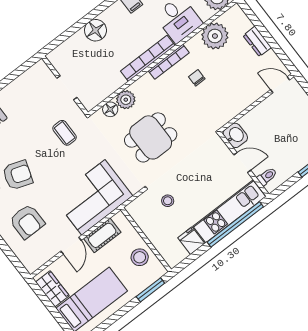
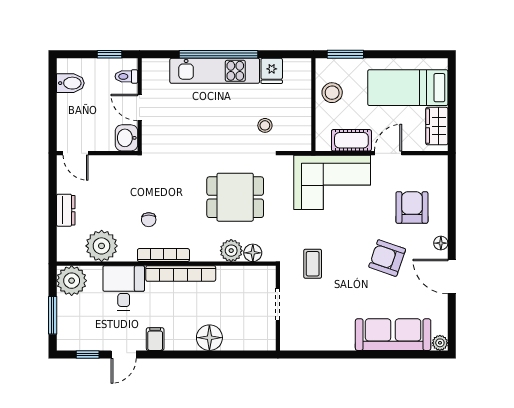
washbasin: (235, 135) -> (126, 138), moved
door: (242, 162) -> (140, 107), moved
wall: (244, 164) -> (140, 105), moved
toilet: (267, 176) -> (126, 76), moved

